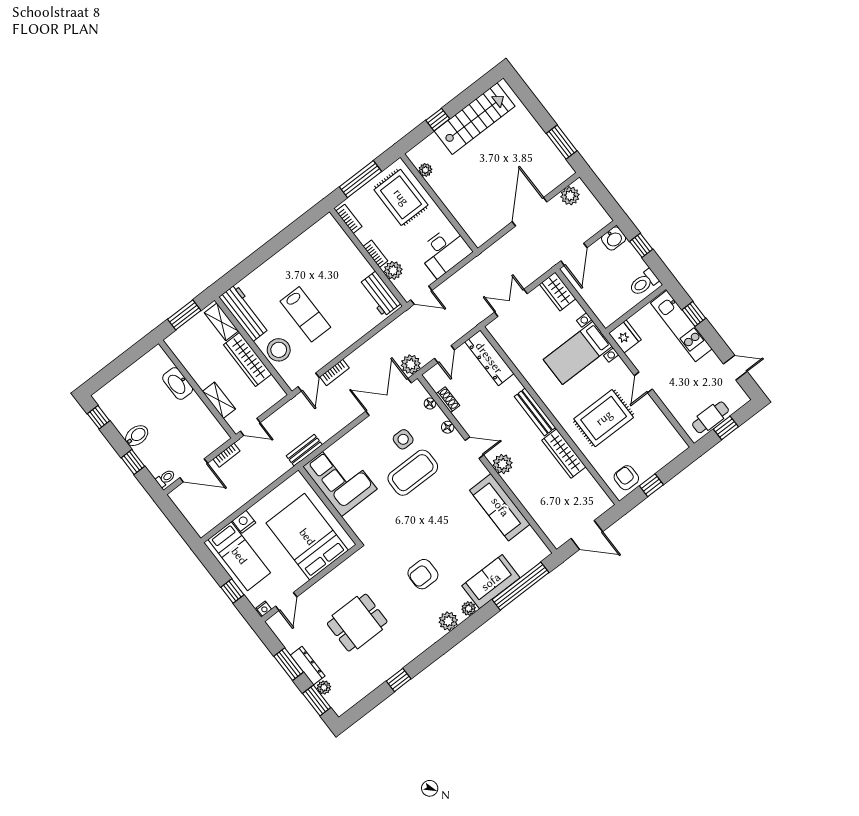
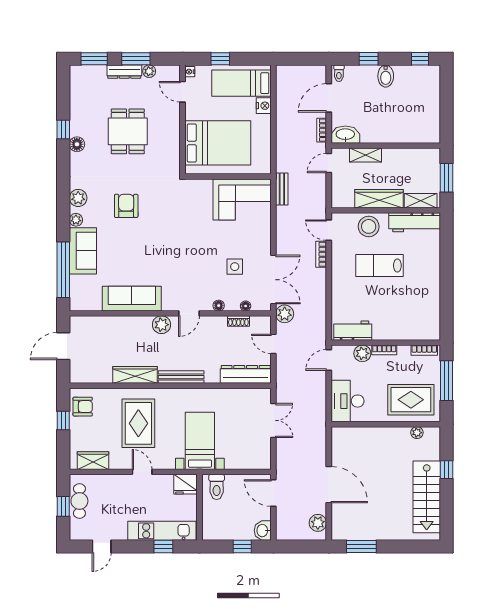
toilet: (644, 283) -> (217, 487), moved, turned 180
wardrobe: (558, 291) -> (93, 461), moved
washbasin: (178, 384) -> (345, 135), moved
coffee table: (413, 473) -> (205, 255), removed
floor lamp: (402, 658) -> (77, 144), added
plant: (324, 687) -> (149, 71), moved

